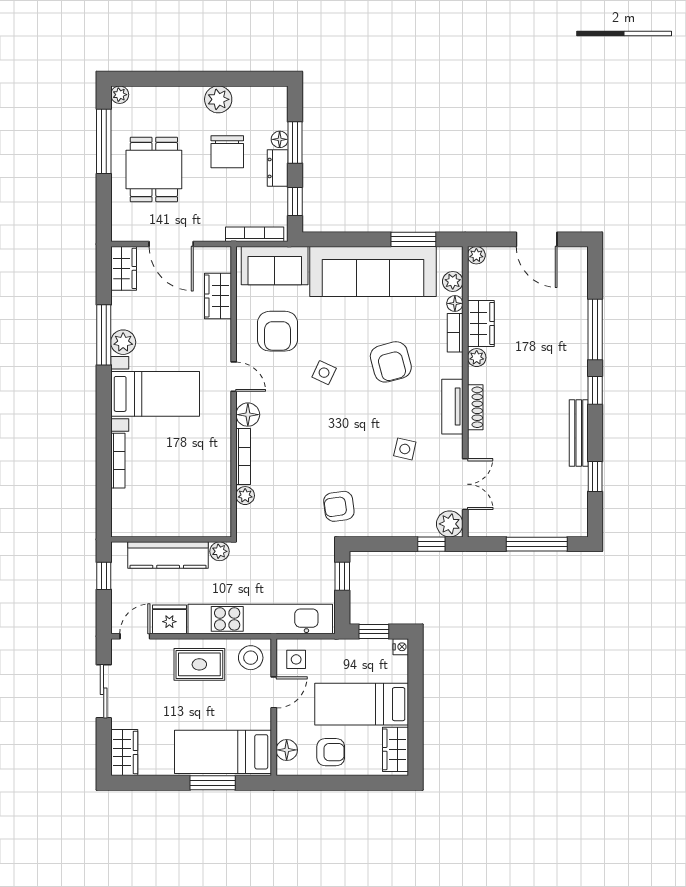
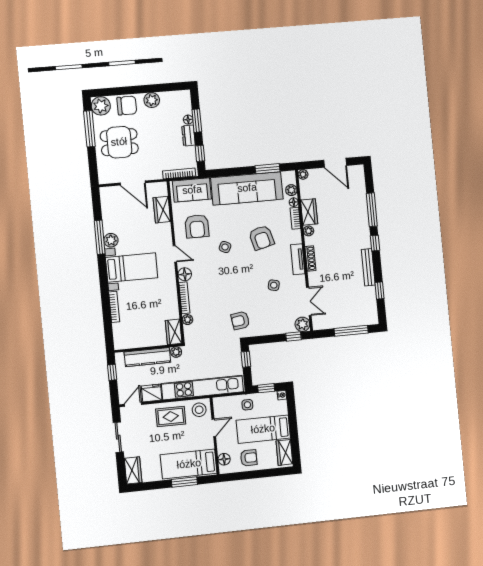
plant: (120, 95) -> (101, 106), width x1.88, depth x1.88
chair: (227, 152) -> (127, 106), moved, turned -90
dining table: (154, 170) -> (119, 142), turned 90
wardrobe: (124, 268) -> (174, 332), moved, turned 180
side table: (296, 659) -> (247, 405), moved

